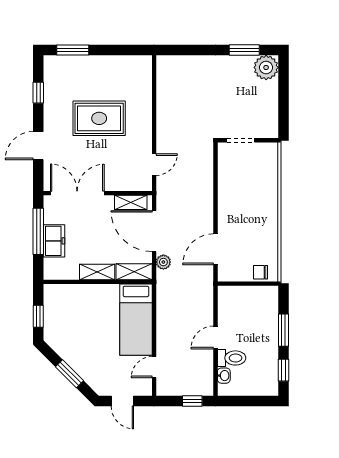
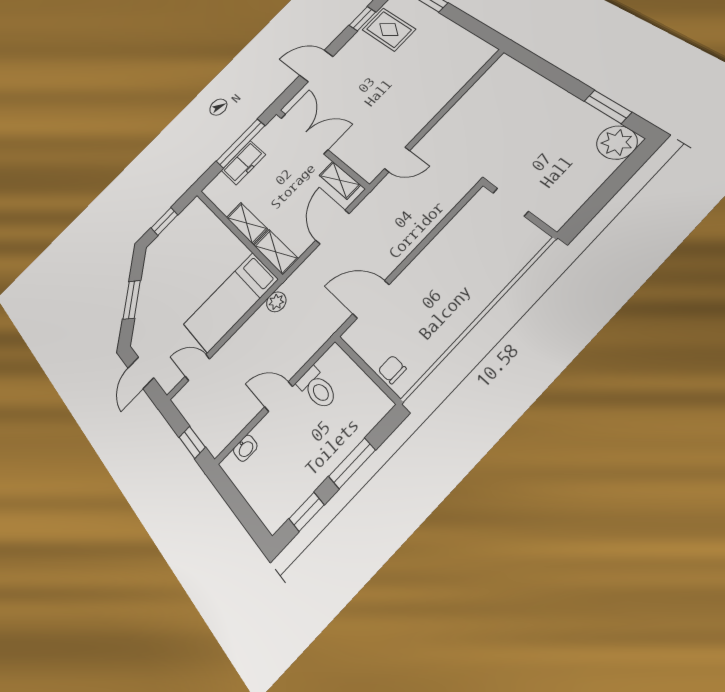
rug: (99, 118) -> (389, 29), moved, width x0.73, depth x0.70
door: (154, 231) -> (332, 227), width x0.73
plant: (163, 262) -> (276, 302), moved
toilet: (232, 358) -> (317, 388), moved

